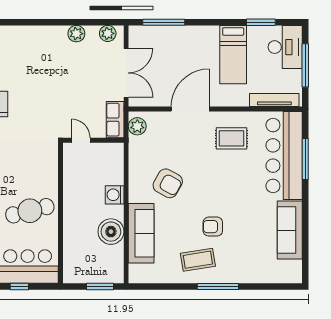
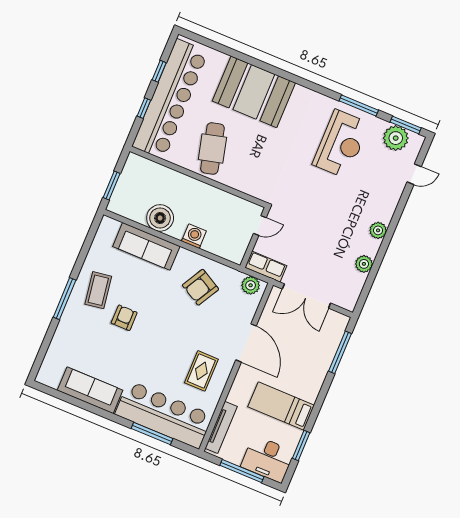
plant: (108, 33) -> (378, 230), moved
armchair: (168, 183) -> (201, 287), moved

